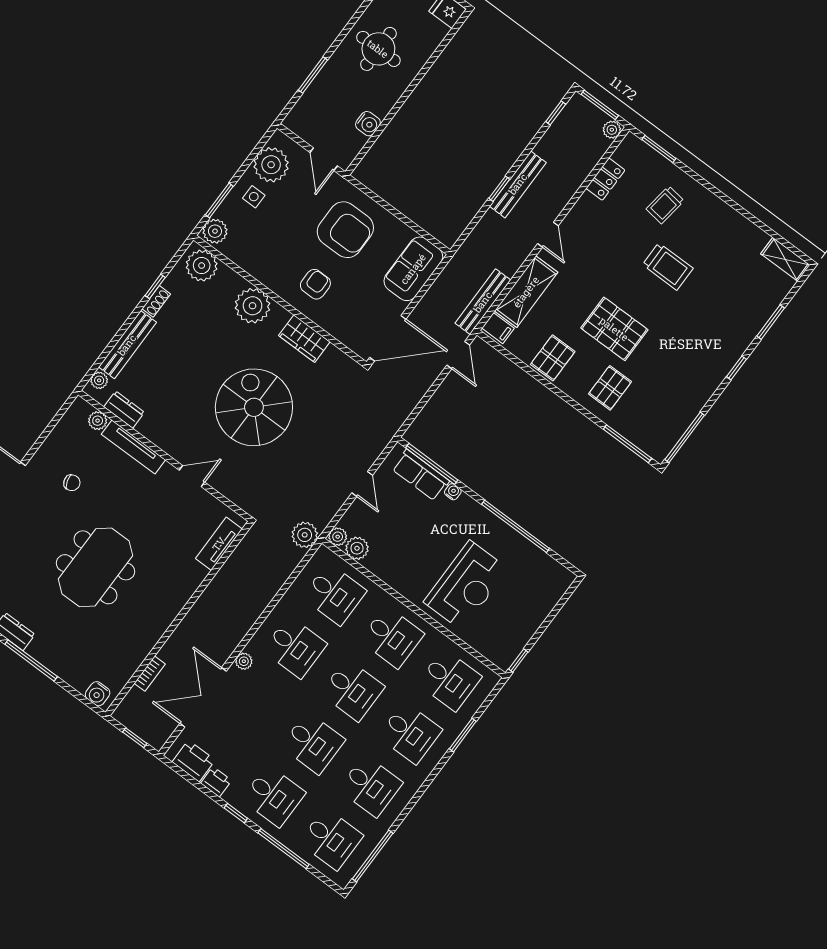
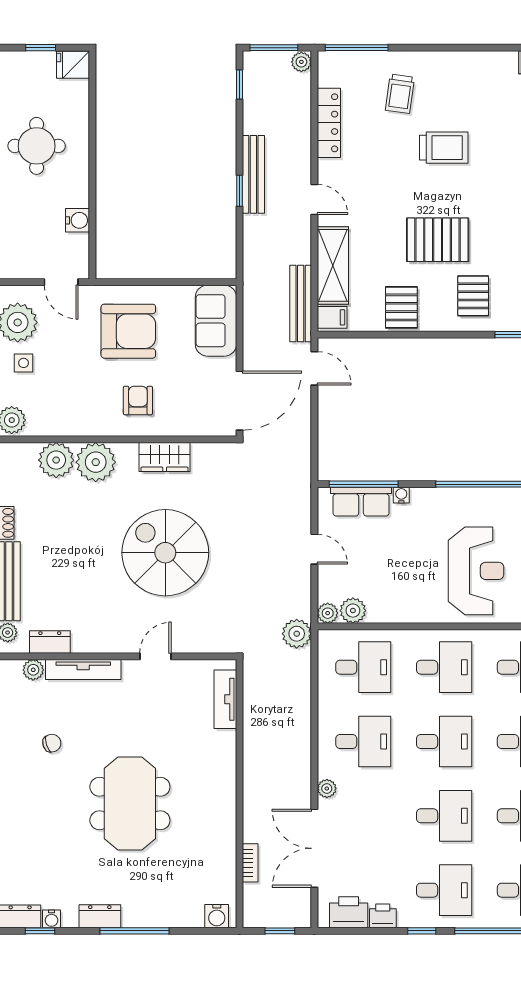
window: (659, 149) -> (357, 48), width x1.44
locker: (605, 179) -> (329, 123), width x1.53
plant: (202, 266) -> (56, 460), moved

